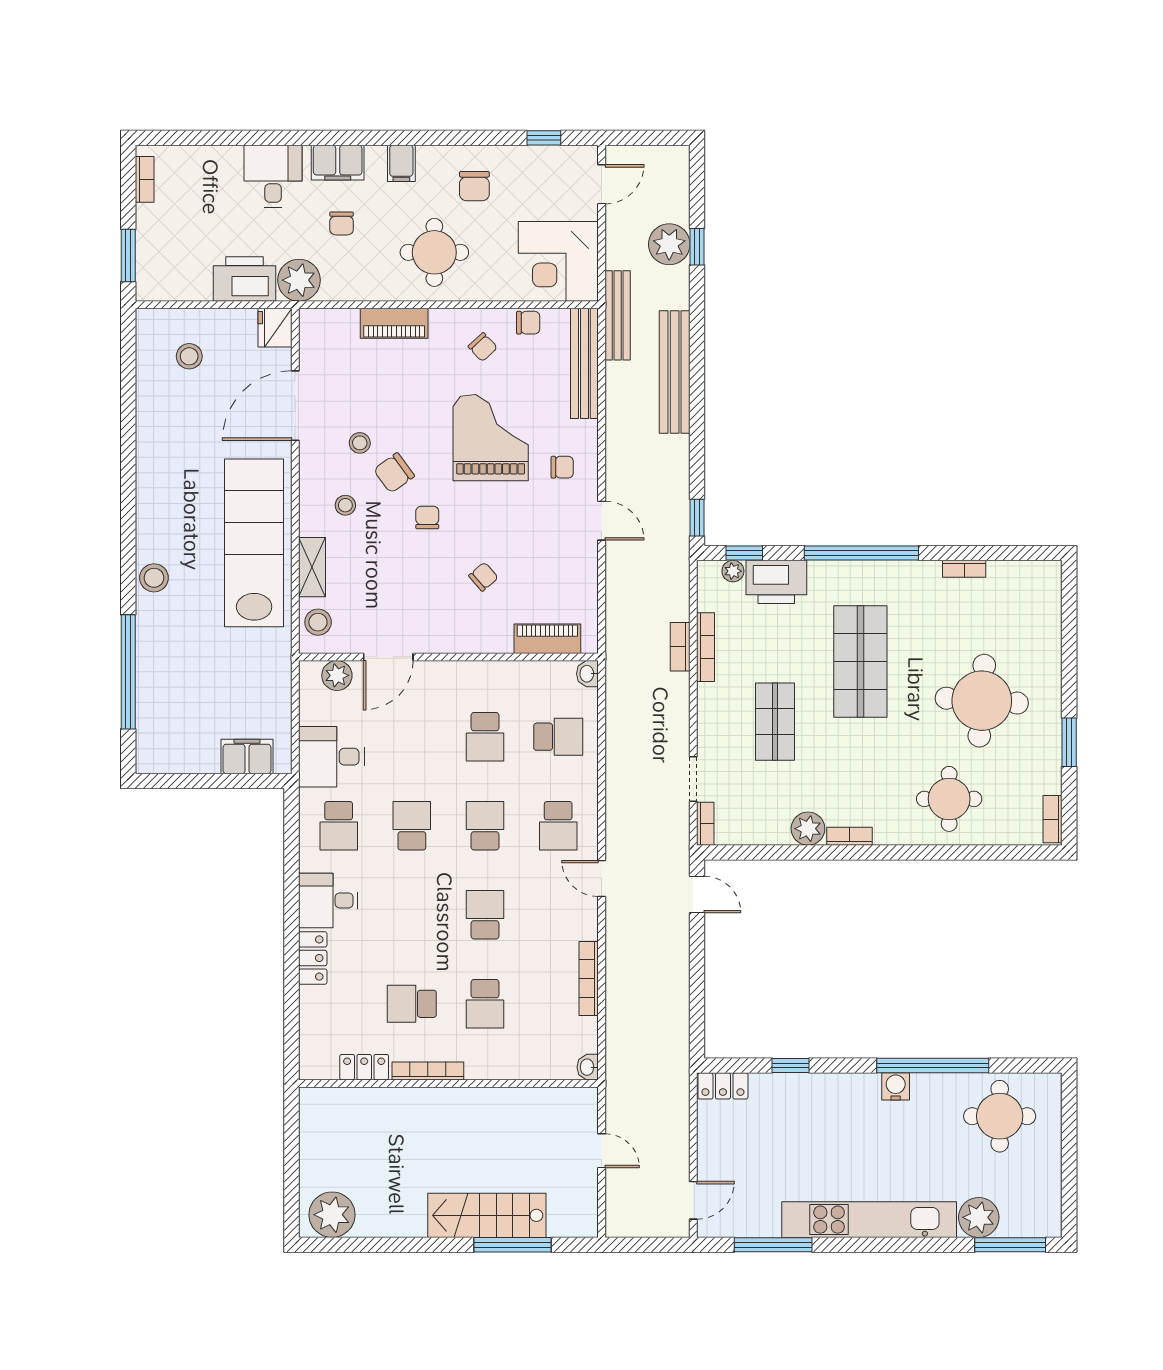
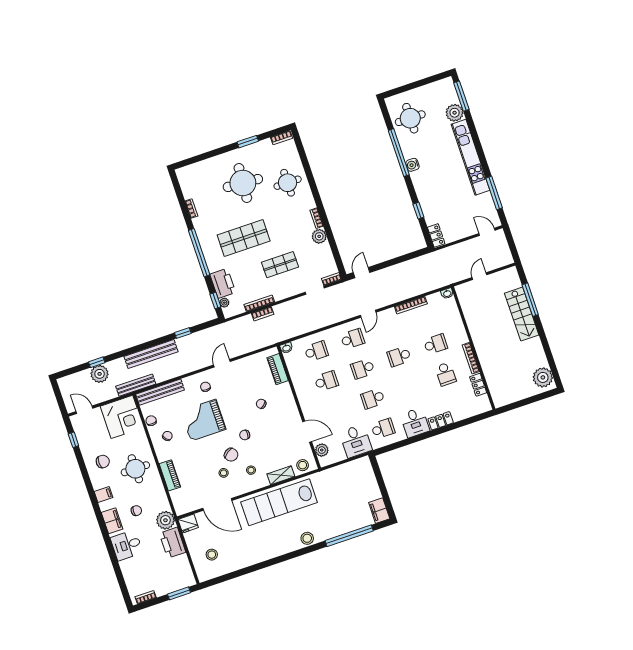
window: (697, 518) -> (183, 333), moved
school desk: (558, 737) -> (316, 351), turned 90
filing cabinet: (247, 757) -> (379, 511), moved

